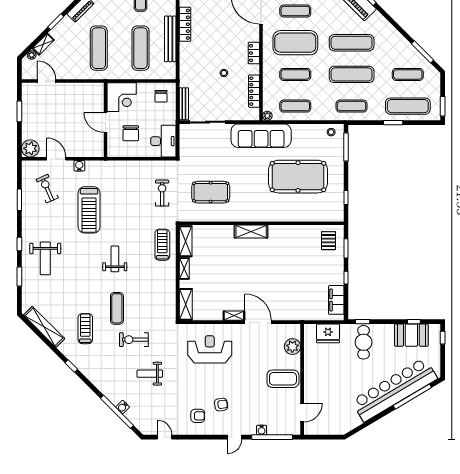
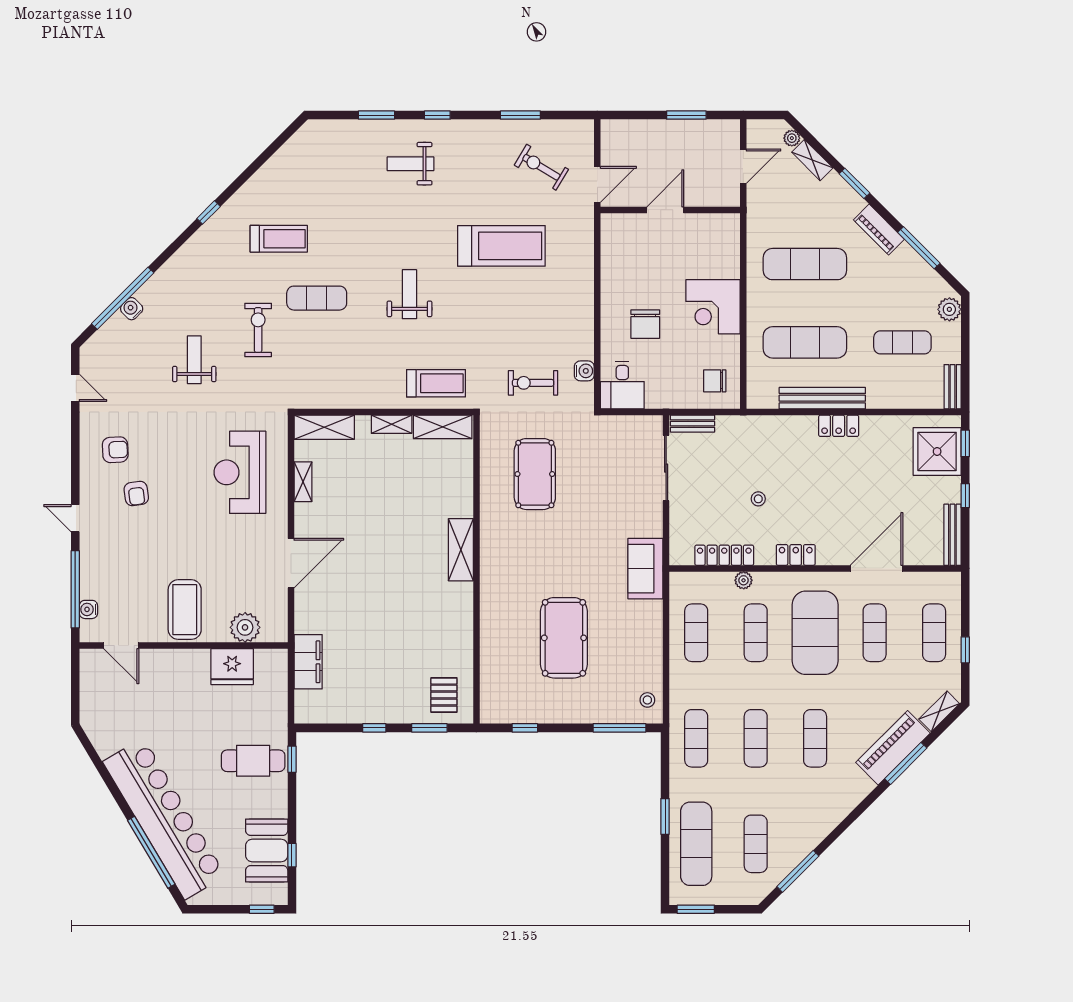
locker: (185, 24) -> (839, 426), width x0.66
exercise mat: (352, 43) -> (815, 738), width x0.73, depth x0.69
exercise mat: (352, 74) -> (756, 738), width x0.73, depth x0.69
bench: (184, 104) -> (693, 424), width x0.73
plant: (267, 116) -> (744, 580), moved
wall: (105, 120) -> (670, 210), moved
door: (105, 123) -> (665, 210), moved
chair: (131, 133) -> (645, 324), turned -90
sofa: (261, 136) -> (645, 569), width x0.54, depth x0.79
desk: (163, 141) -> (622, 385), width x0.73
plant: (30, 148) -> (617, 136), removed
water cooler: (79, 166) -> (584, 371), moved
pool table: (298, 177) -> (564, 638), width x0.73, depth x0.76
exercise bike: (47, 189) -> (541, 167), turned -125
exercise bike: (162, 193) -> (533, 383), turned 180
treadmill: (89, 210) -> (501, 246), turned 180
pallet: (328, 241) -> (444, 695), turned 90
weight bench: (45, 258) -> (411, 164), width x0.73, depth x0.75
weight bench: (115, 259) -> (409, 294), turned -90
filing cabinet: (336, 300) -> (308, 662), moved, turned 90
shelving: (234, 316) -> (303, 482), moved
shelving: (44, 327) -> (282, 161), removed
fridge: (328, 333) -> (232, 667), moved, turned -90
reception desk: (210, 349) -> (240, 472), turned 180
armchair: (198, 416) -> (115, 450), turned -93
water cooler: (262, 430) -> (88, 609), moved
door: (165, 437) -> (75, 388), hinge flipped

